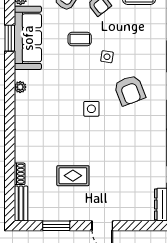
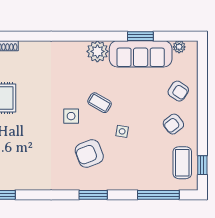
coffee table: (80, 39) -> (100, 103), moved, turned -60
plant: (20, 87) -> (97, 51), width x1.87, depth x1.87

